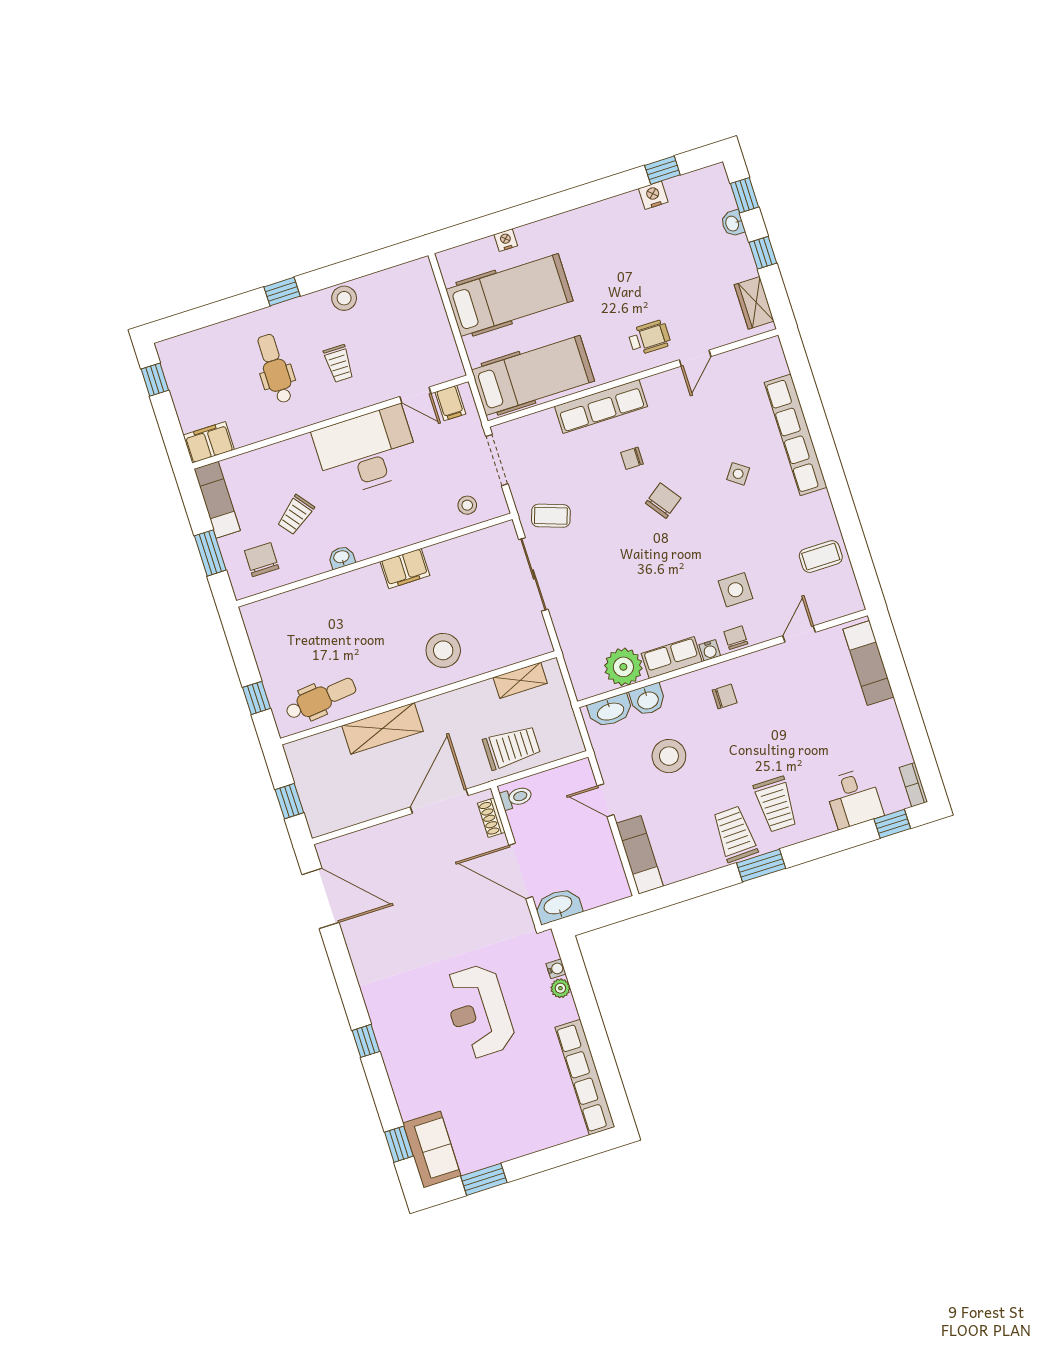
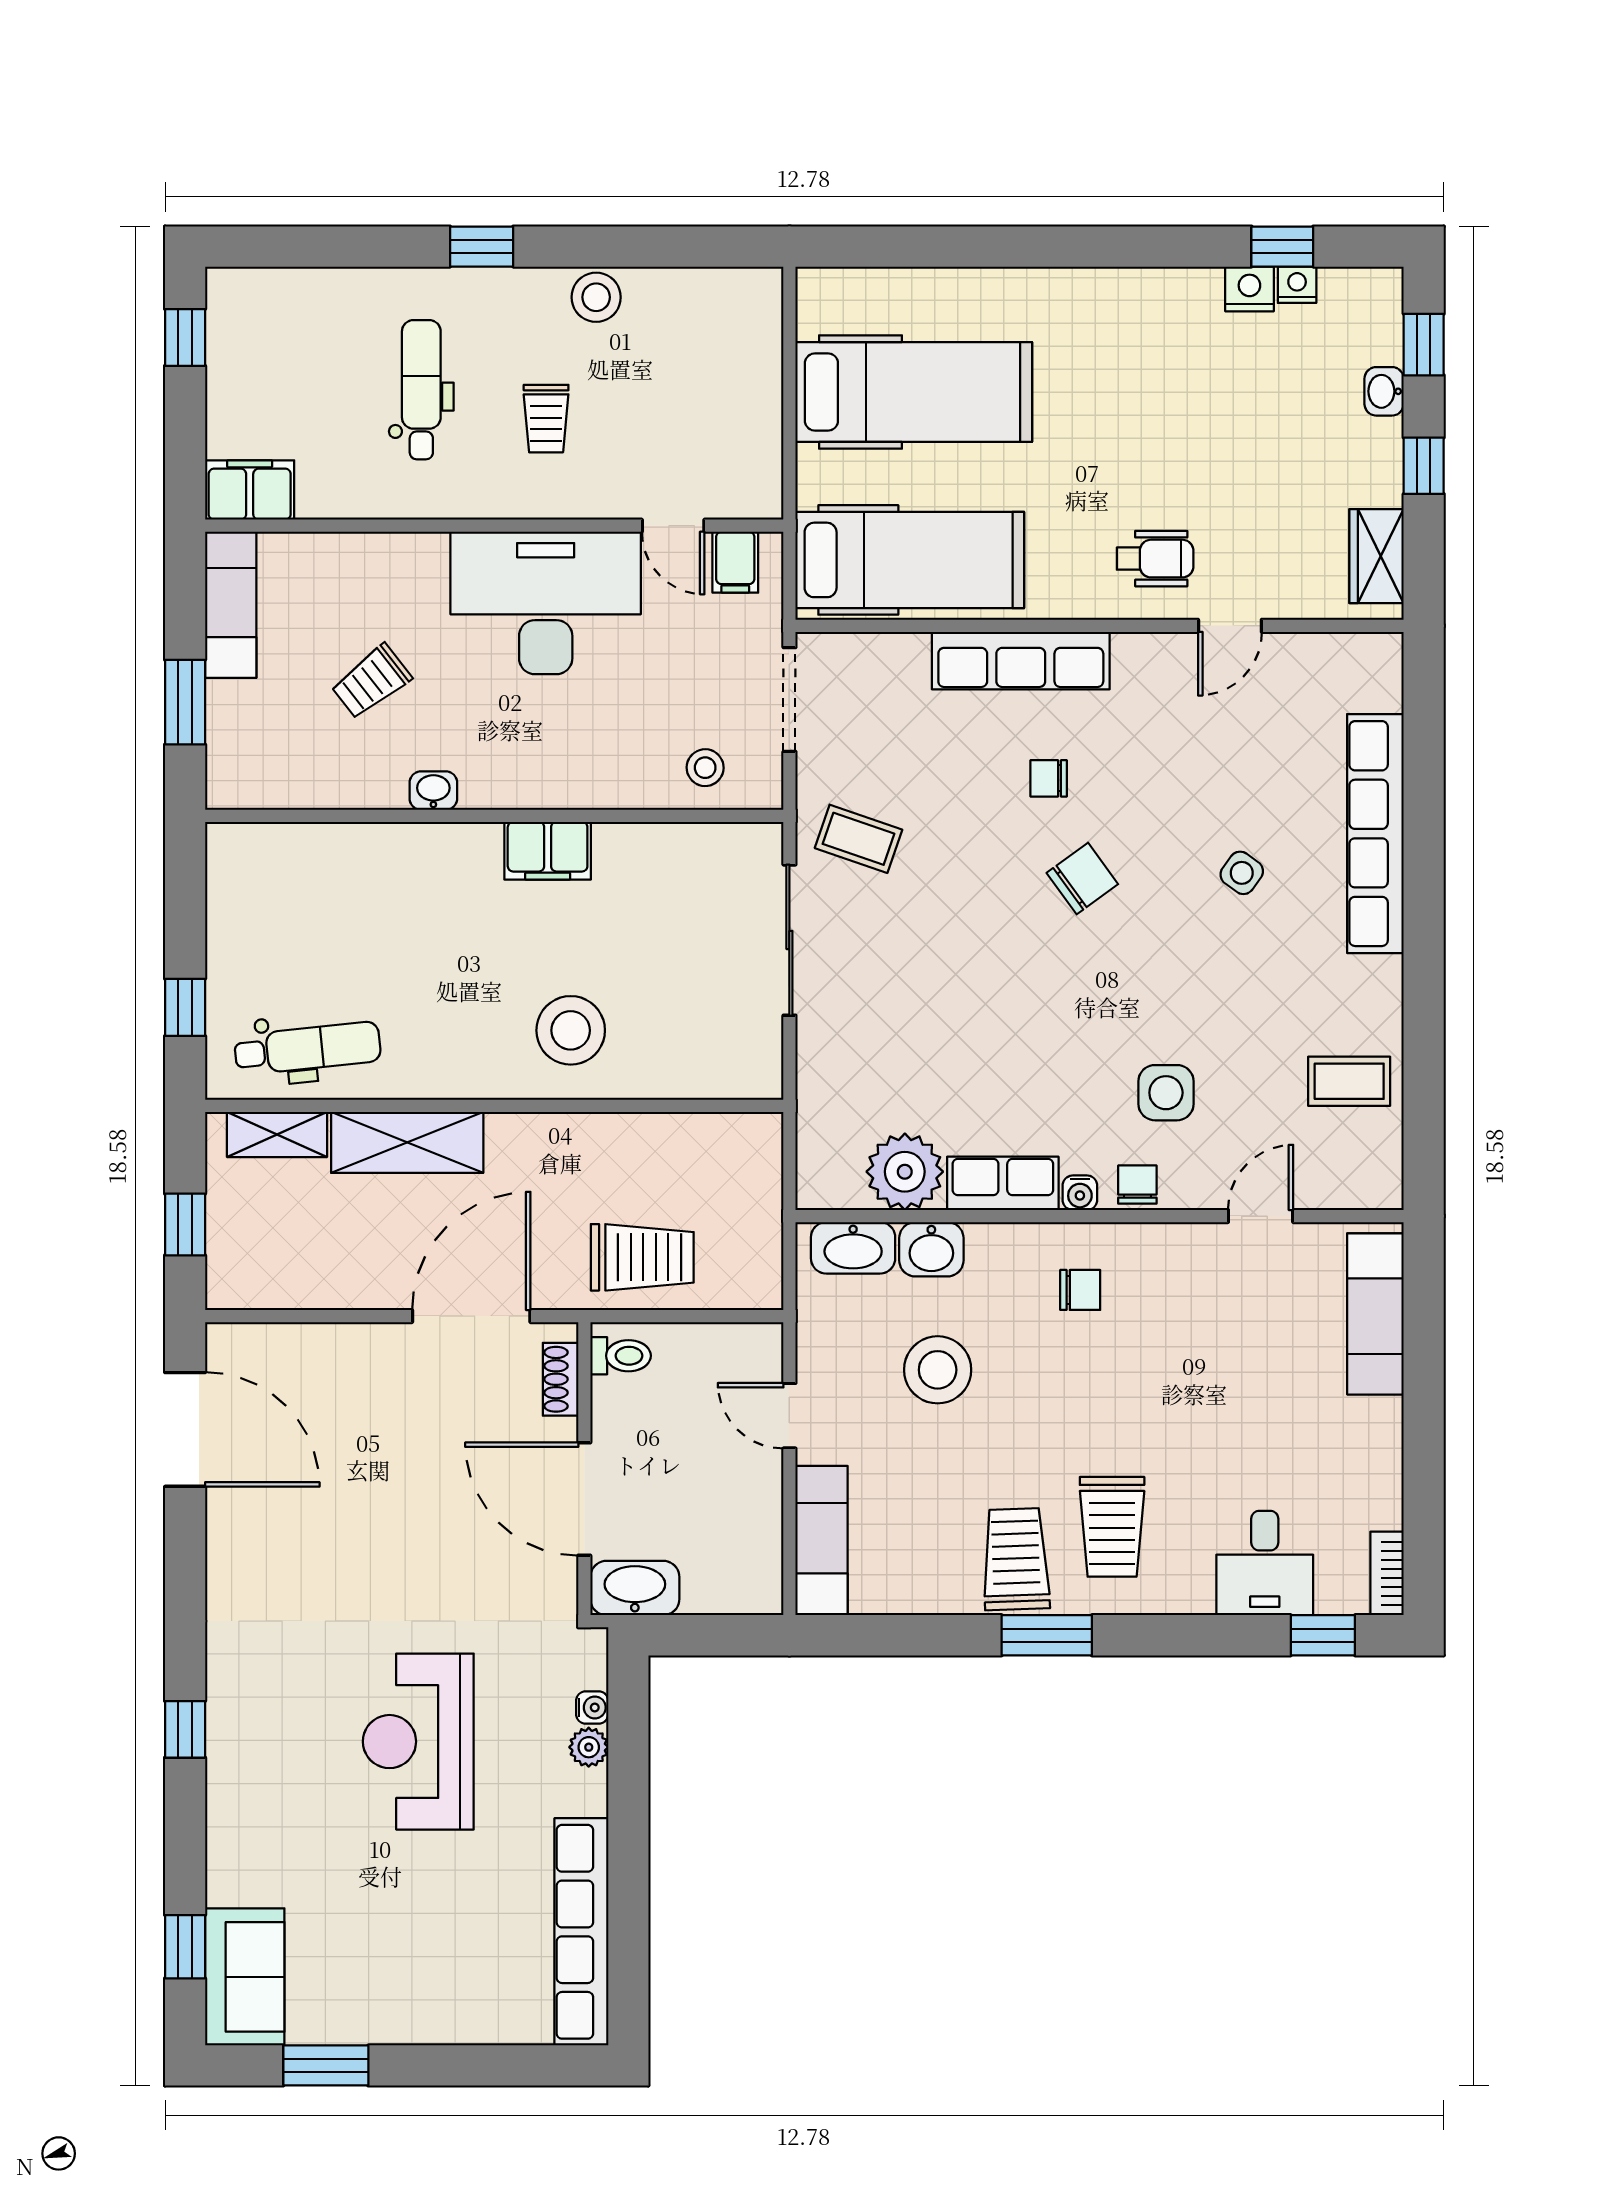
nightstand: (506, 240) -> (1297, 285), moved
chair: (262, 560) -> (279, 746), removed
shelving: (520, 680) -> (277, 1135), moved

